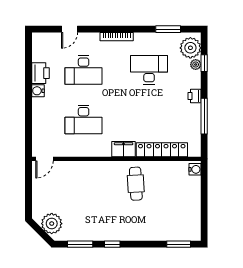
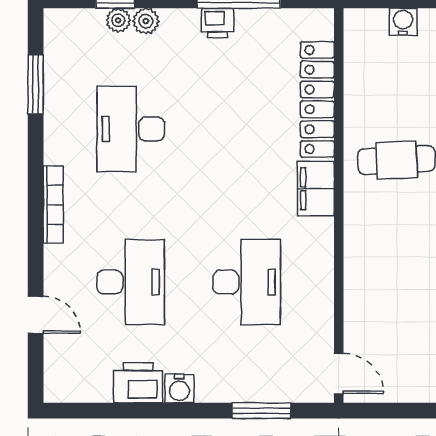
plant: (190, 48) -> (146, 21), moved, width x0.53, depth x0.53
printer: (195, 96) -> (218, 23), moved
window: (28, 126) -> (261, 411), added
water cooler: (195, 169) -> (403, 22), moved

